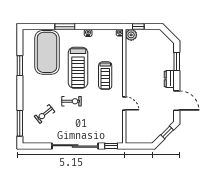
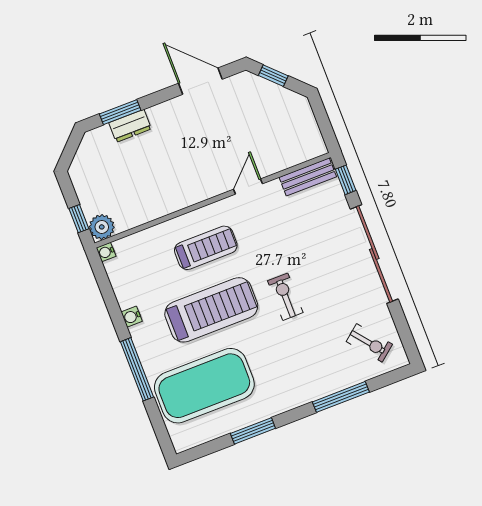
window: (65, 27) -> (137, 369), width x1.44
dresser: (169, 79) -> (130, 126), moved
door: (177, 101) -> (200, 81), hinge flipped
exercise bike: (45, 114) -> (369, 343), moved
window: (20, 123) -> (341, 397), moved
bench: (119, 130) -> (308, 177), added

